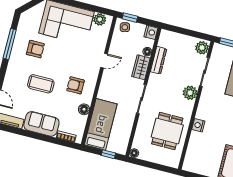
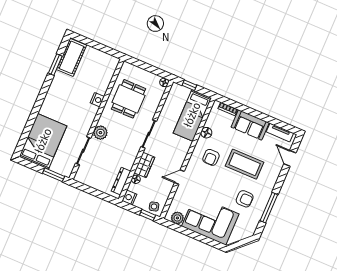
plant: (202, 48) -> (82, 175), removed
armchair: (35, 49) -> (245, 199), turned 180
dresser: (159, 60) -> (121, 181), moved
coffee table: (41, 84) -> (245, 164), width x1.36, depth x1.32
armchair: (75, 85) -> (211, 157), turned 90

